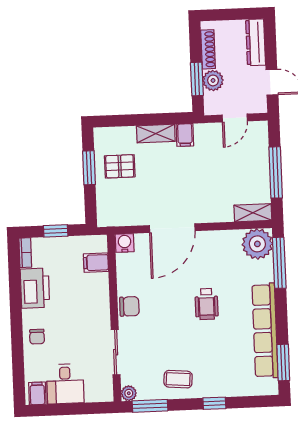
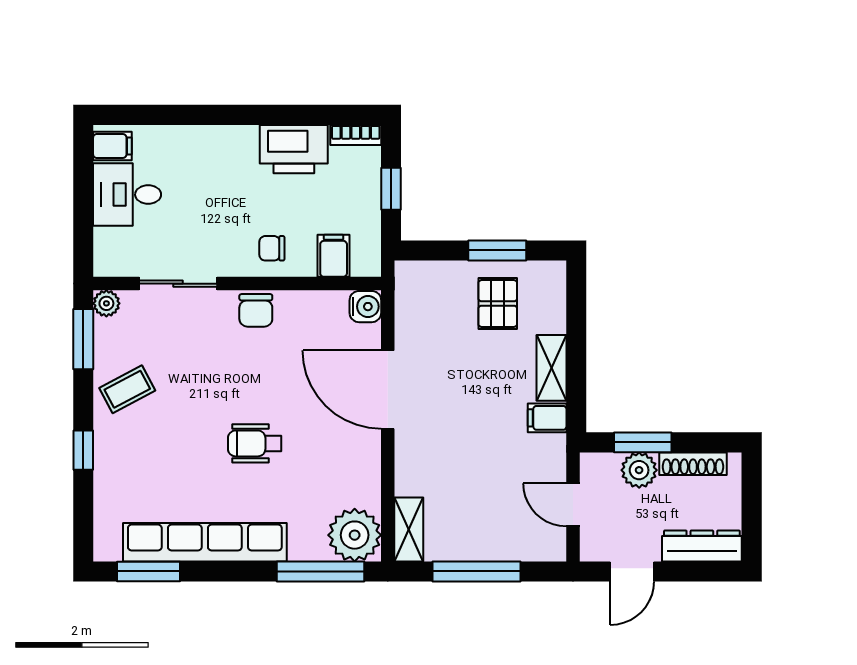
chair: (37, 337) -> (272, 248), moved
coffee table: (178, 379) -> (127, 389), turned 57

